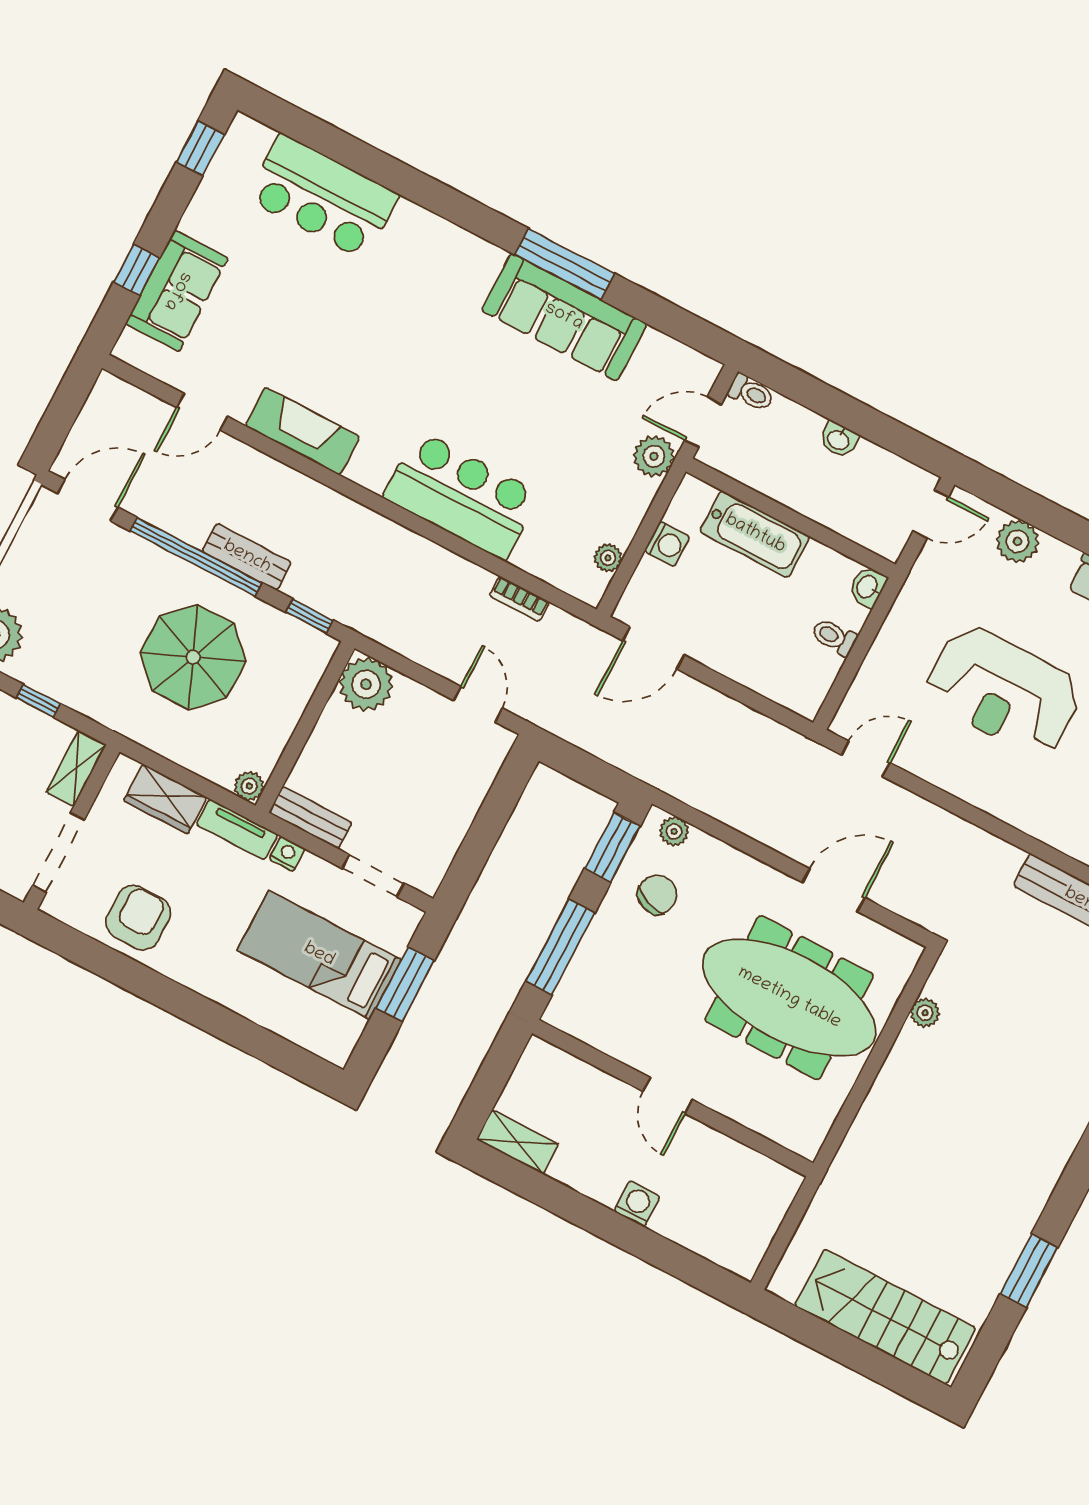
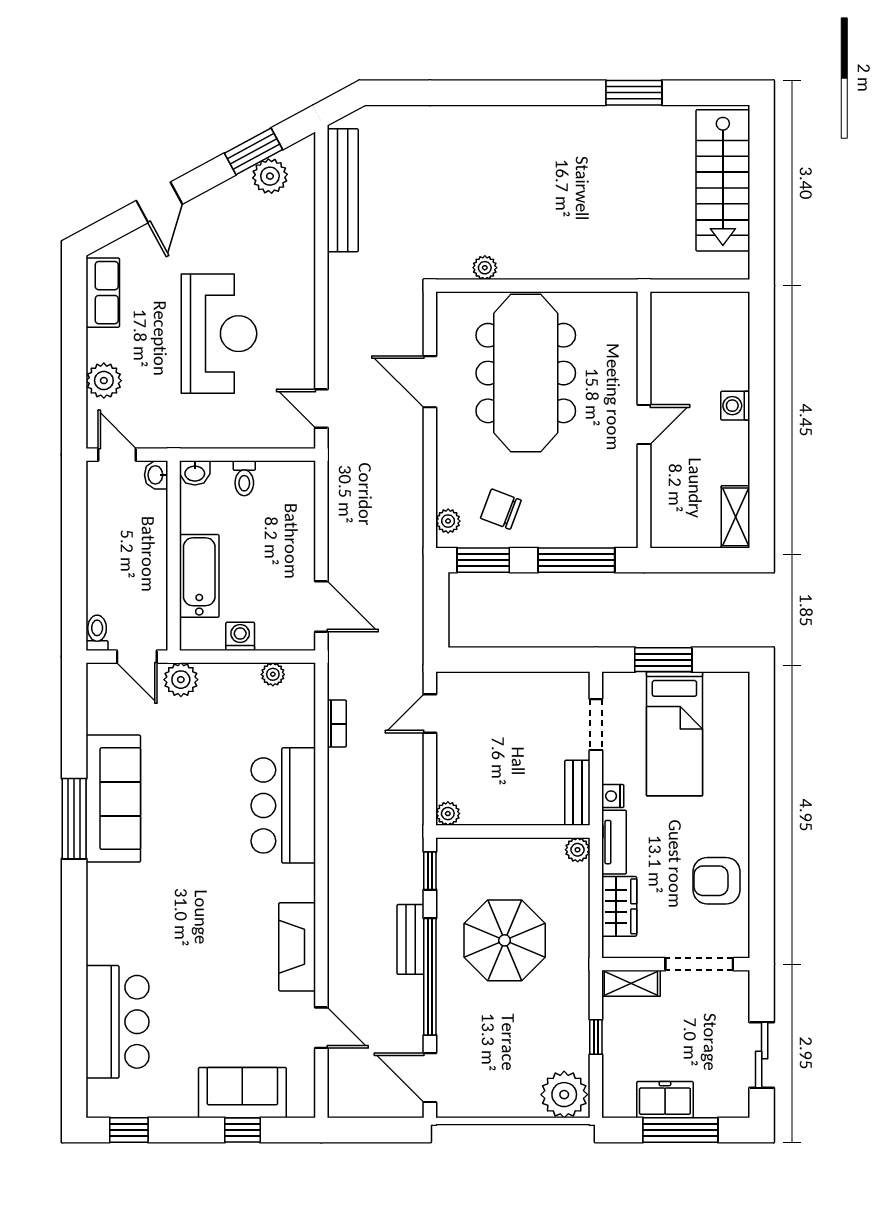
washbasin: (839, 439) -> (156, 475), moved, turned 180
plant: (366, 684) -> (448, 814), width x0.53, depth x0.53

